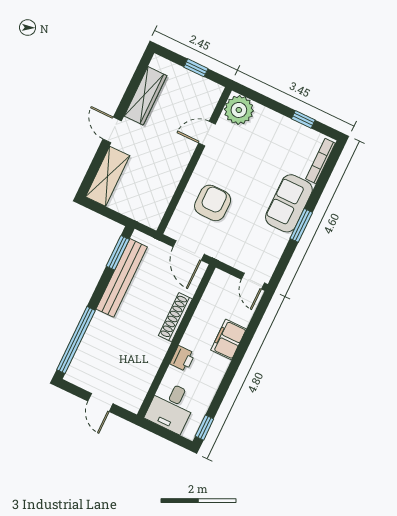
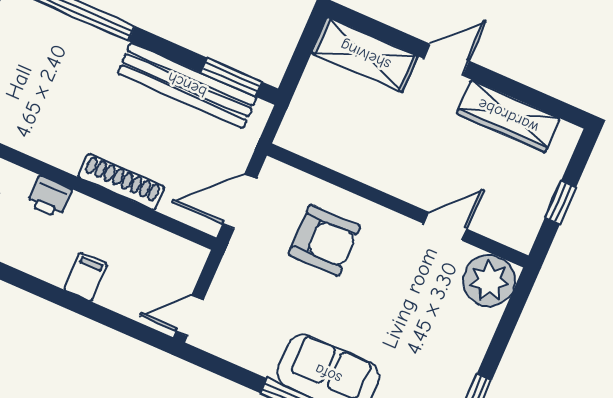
door: (207, 134) -> (446, 226), hinge flipped
filing cabinet: (229, 340) -> (86, 277), width x0.50

